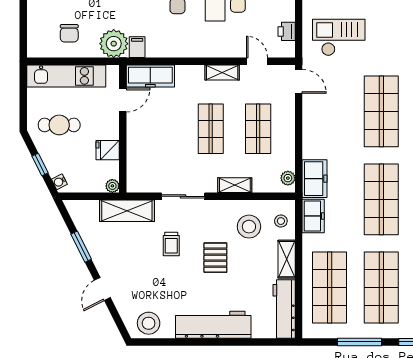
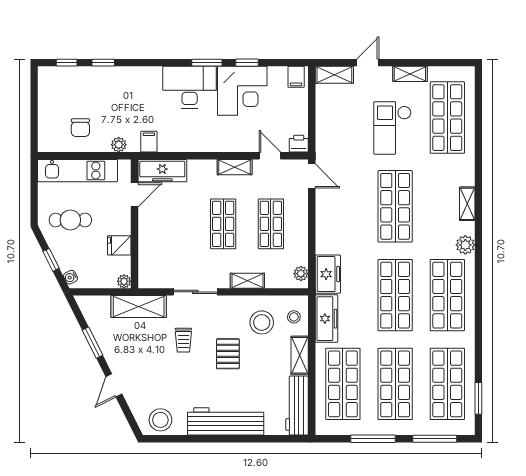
printer: (287, 31) -> (299, 144), moved, turned 90
checkout: (339, 37) -> (392, 128), moved, turned -90
plant: (114, 44) -> (119, 145), width x0.53, depth x0.53
freezer: (313, 216) -> (326, 319), width x1.40

